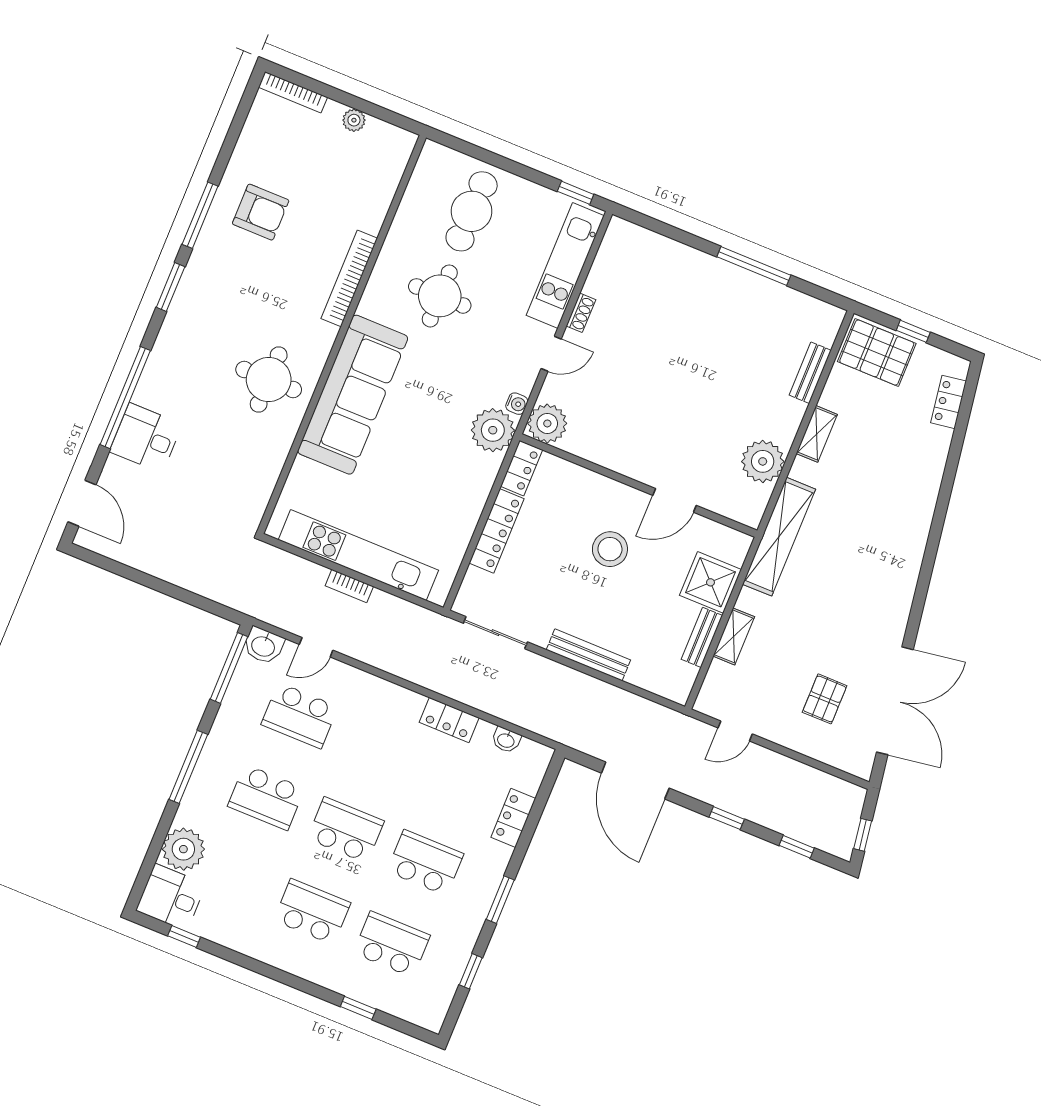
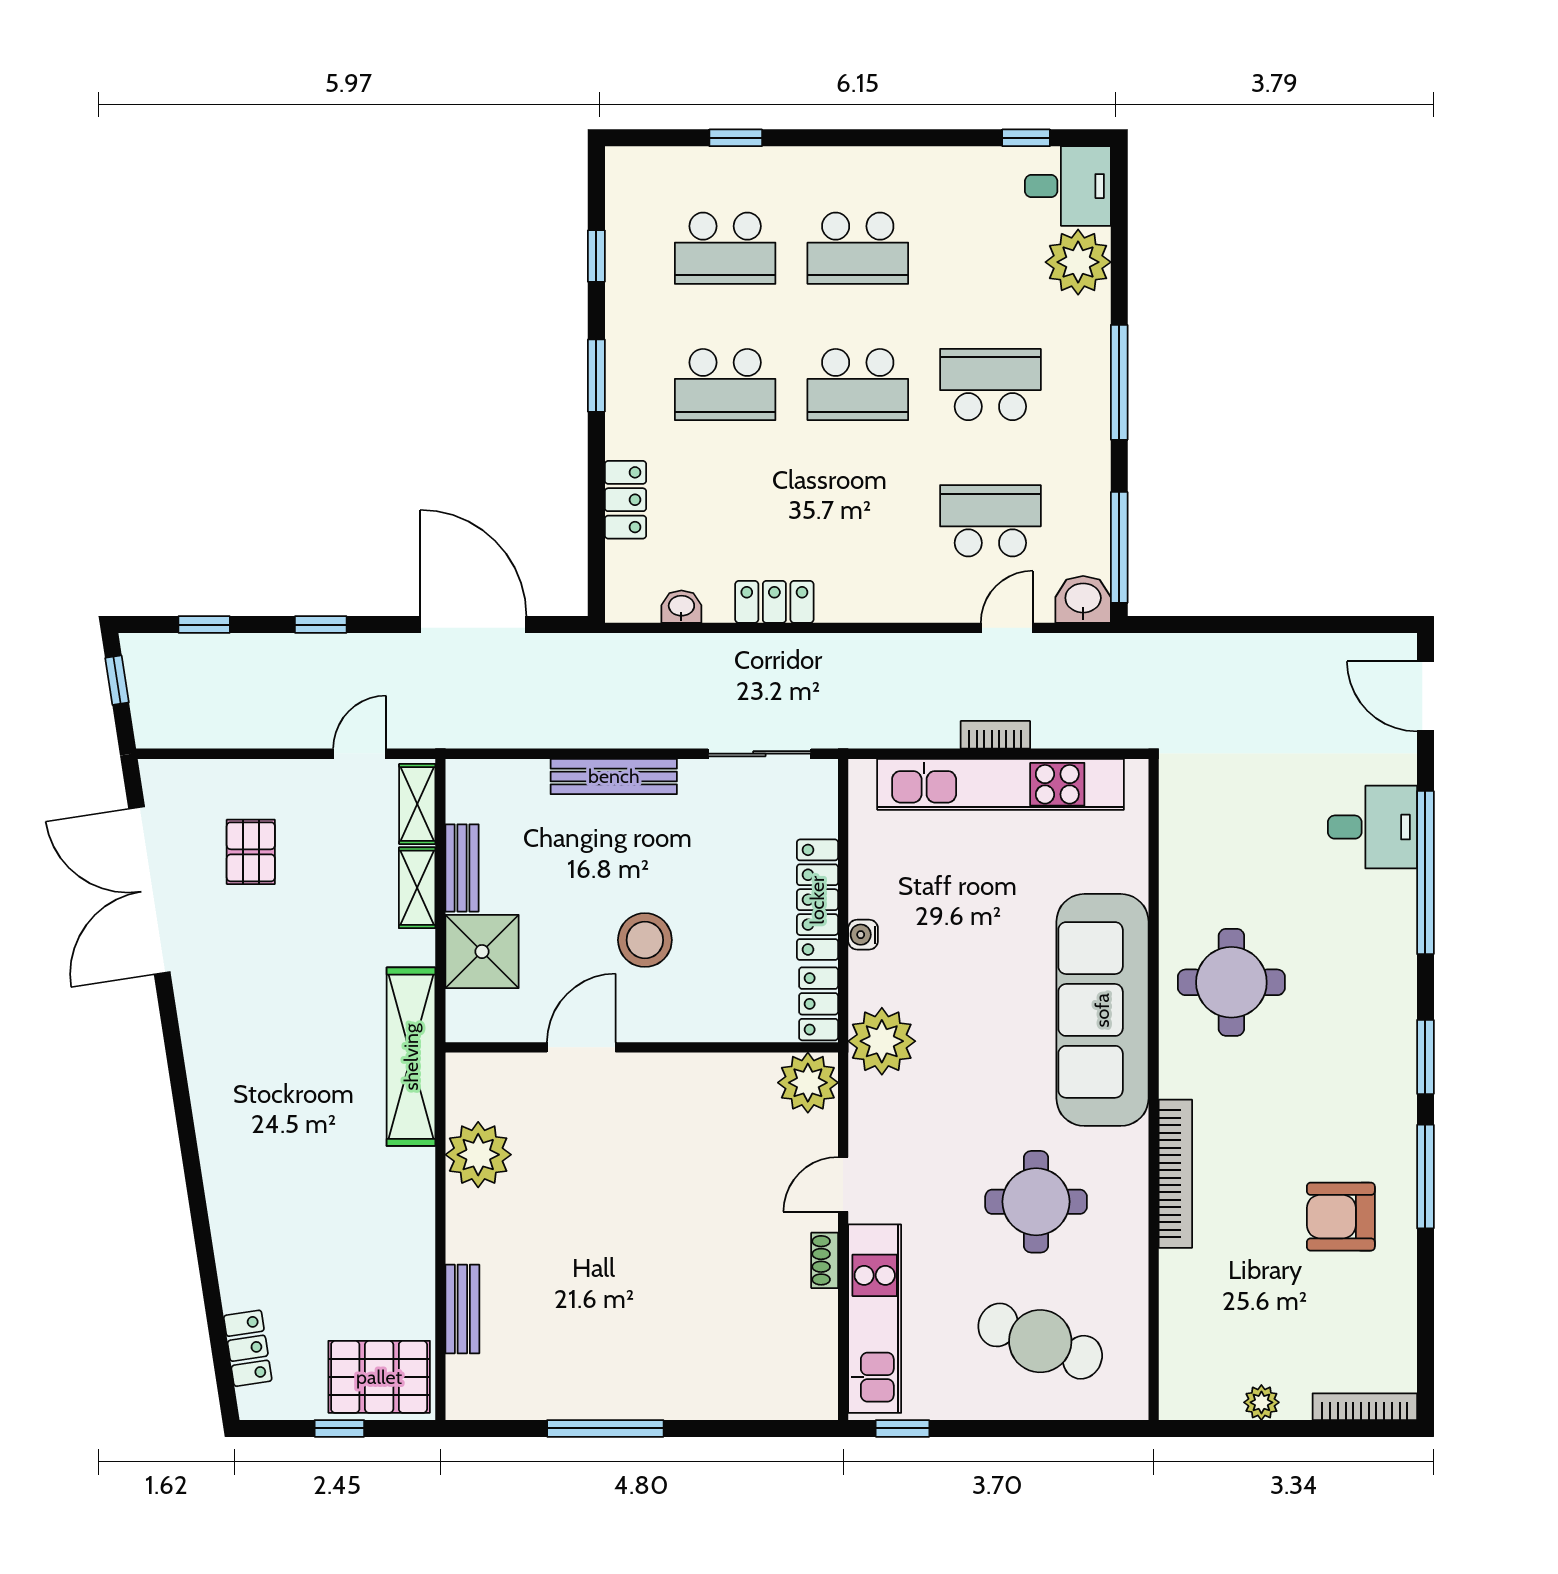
cafe table: (472, 211) -> (1040, 1341), turned -70
water cooler: (517, 404) -> (863, 935), moved
shelving: (817, 434) -> (417, 804), moved

